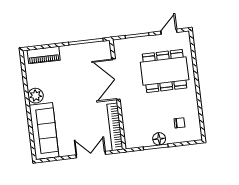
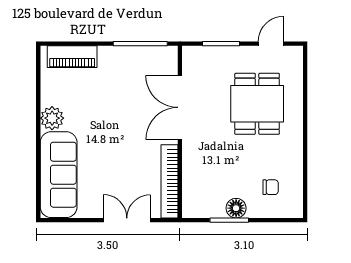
dining table: (165, 71) -> (257, 104), width x0.73

